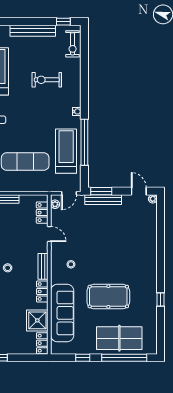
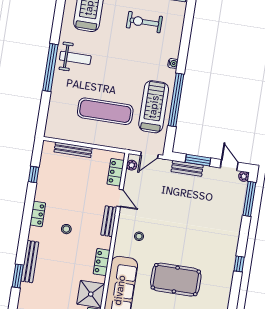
window: (101, 191) -> (198, 160), moved
bench: (103, 200) -> (187, 168), width x0.73
window: (161, 217) -> (249, 199), added
bench: (43, 266) -> (109, 221), moved
window: (161, 300) -> (239, 264), moved

